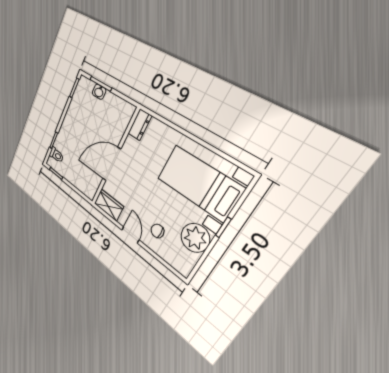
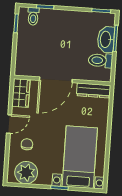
washbasin: (99, 92) -> (106, 39), width x1.91, depth x1.45
toilet: (113, 109) -> (100, 60), added
dresser: (140, 125) -> (94, 91), width x1.44
door: (112, 164) -> (56, 80), swing flipped
plant: (195, 238) -> (26, 173), moved

